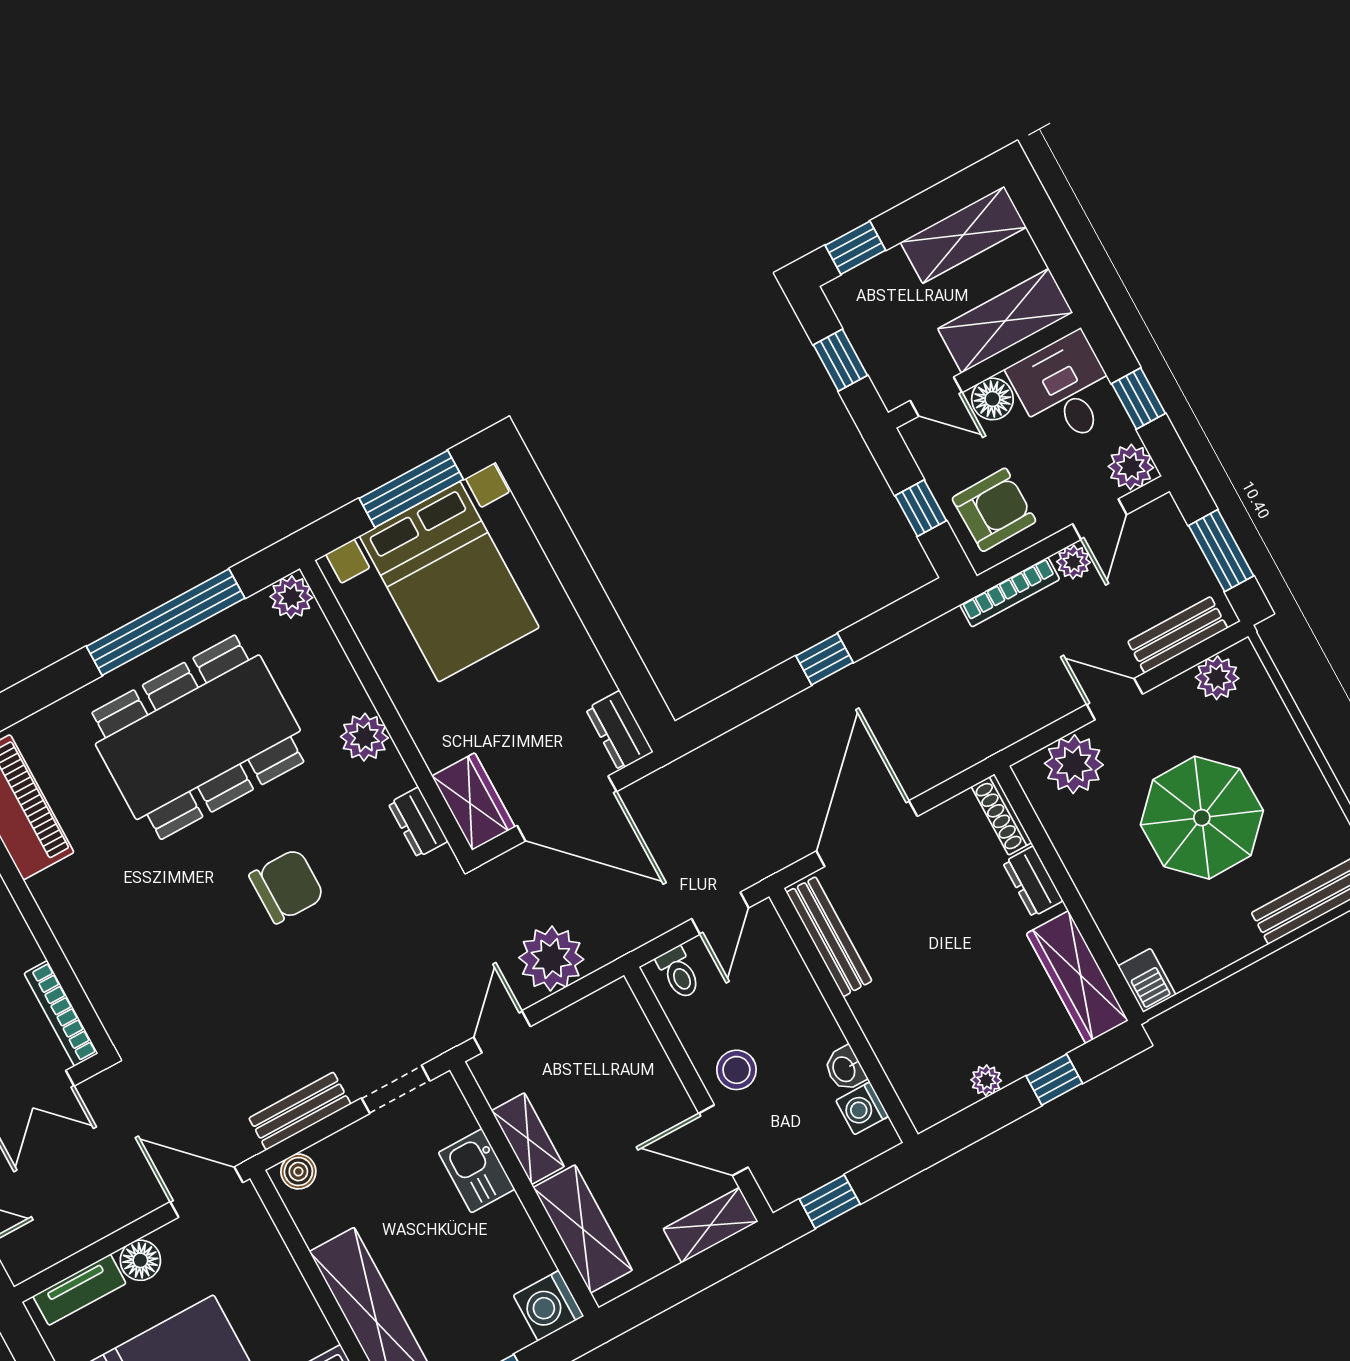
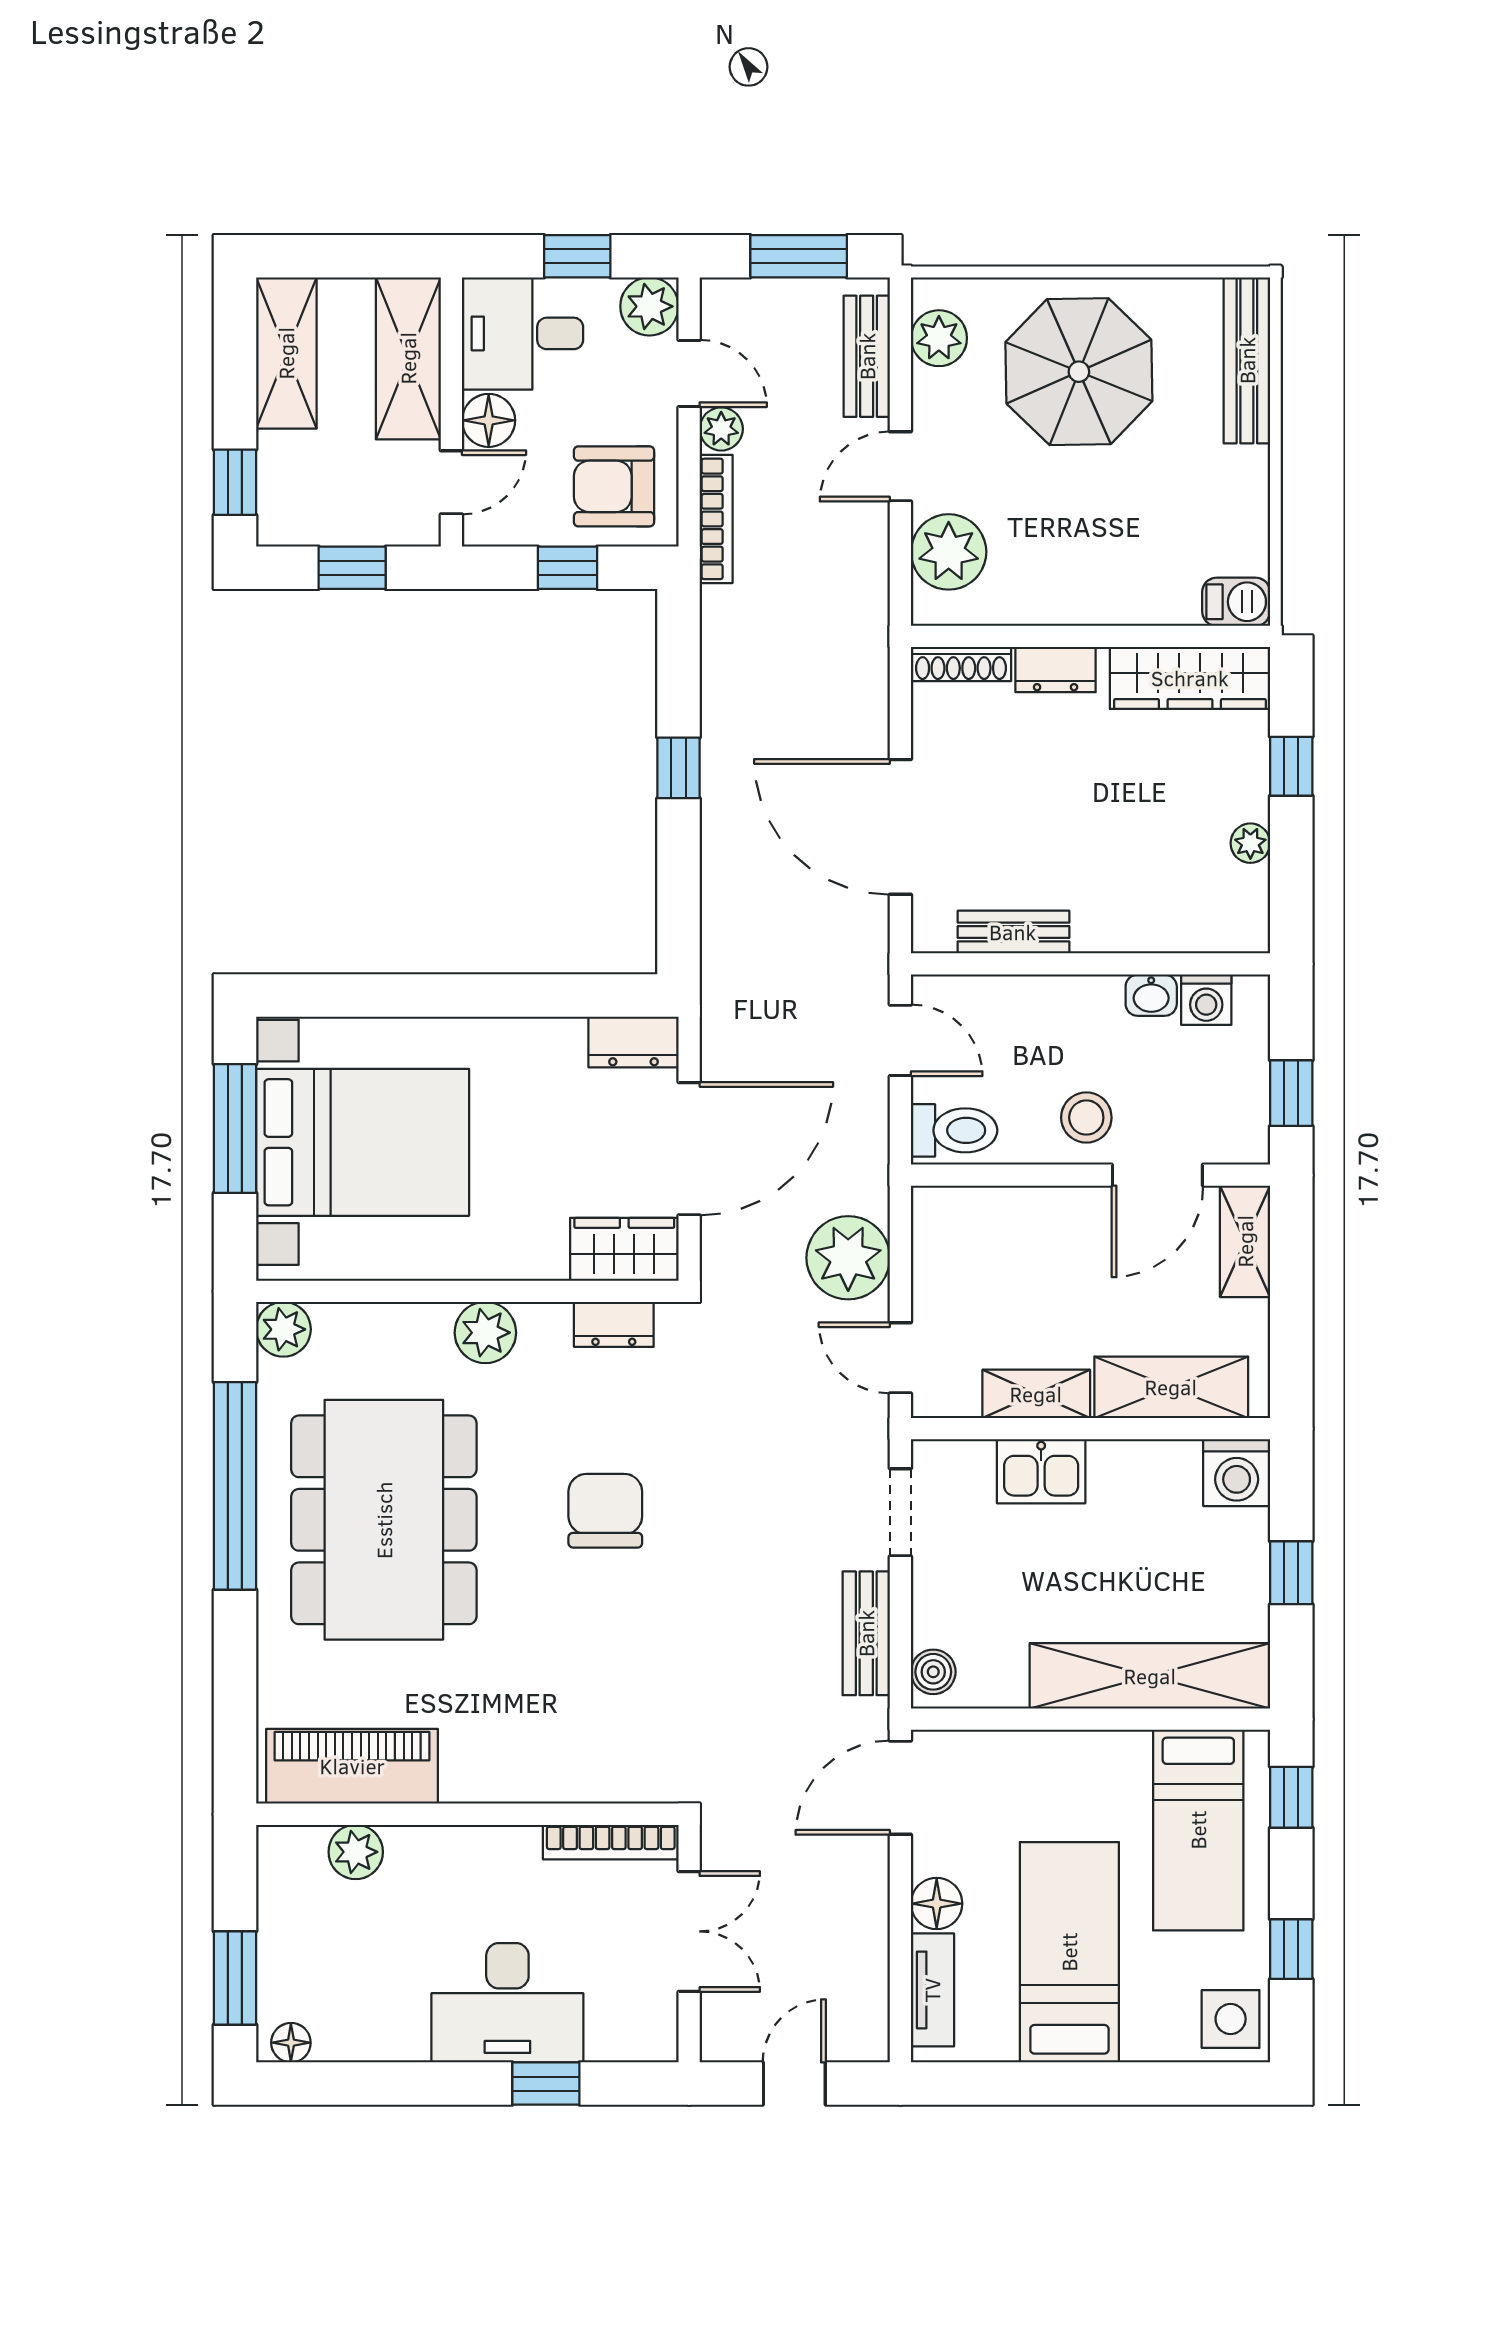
armchair: (994, 510) -> (614, 486), turned -89
parasol: (1202, 818) -> (1079, 372), moved
bench: (829, 937) -> (1013, 932), width x0.73
toilet: (679, 973) -> (954, 1130), width x1.37, depth x1.39

